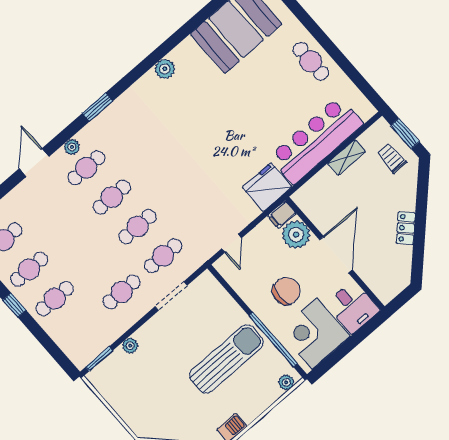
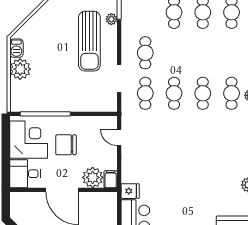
fridge: (267, 187) -> (130, 191), width x0.53, depth x0.75
chair: (286, 291) -> (66, 145), turned 90
plant: (130, 346) -> (111, 19), moved
sun lounger: (227, 359) -> (89, 41), moved
plant: (286, 382) -> (20, 69), moved, width x1.87, depth x1.87

